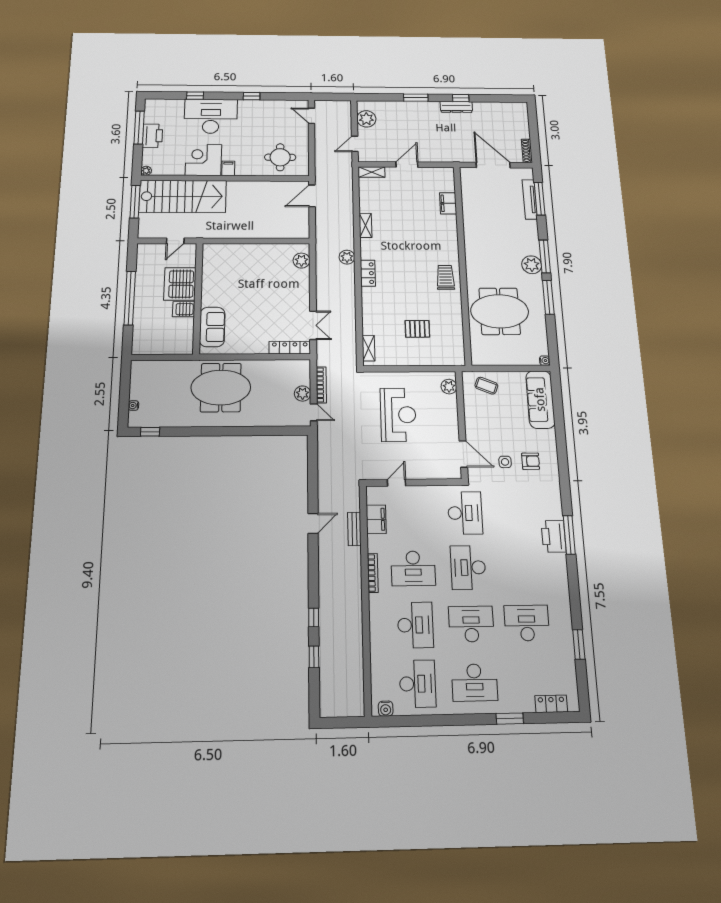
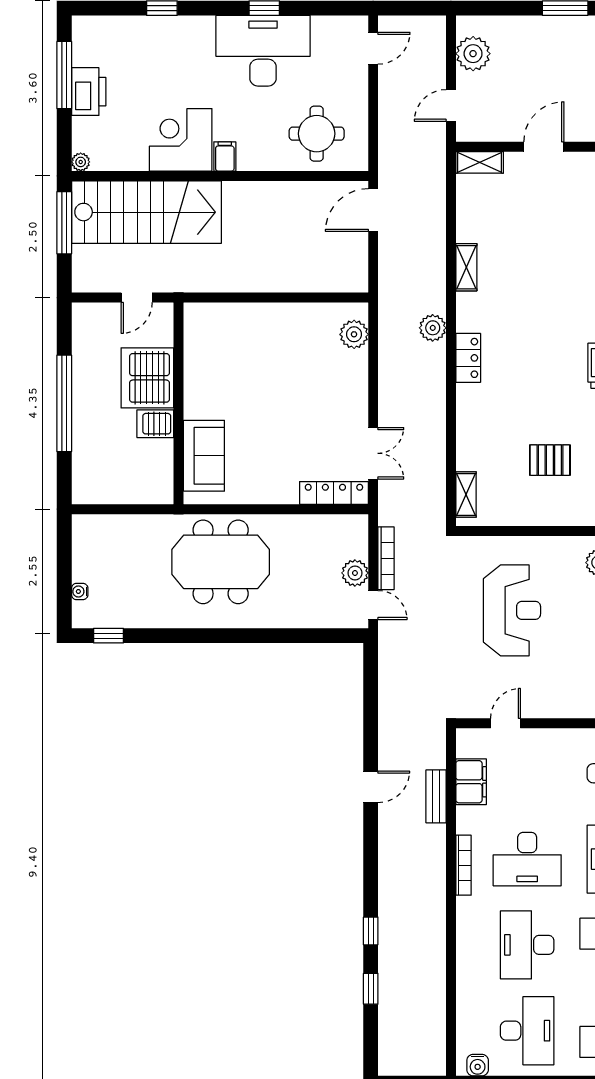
desk: (211, 116) -> (263, 51), moved
door: (311, 116) -> (373, 48), swing flipped
desk: (415, 625) -> (527, 945), turned 180

